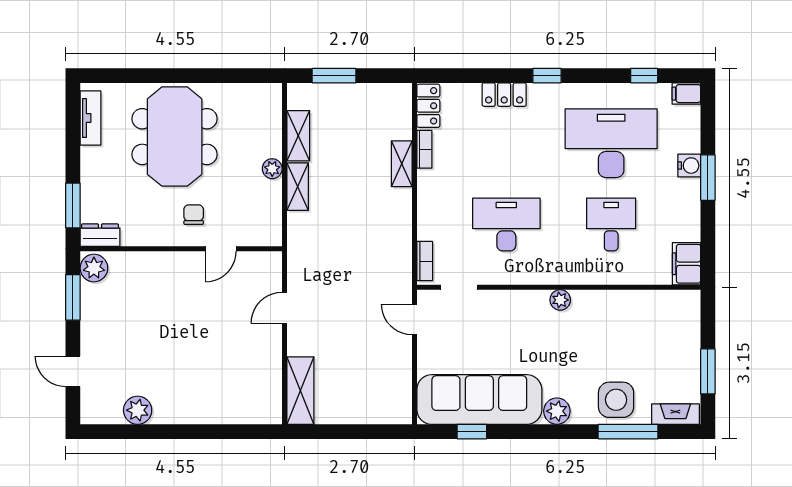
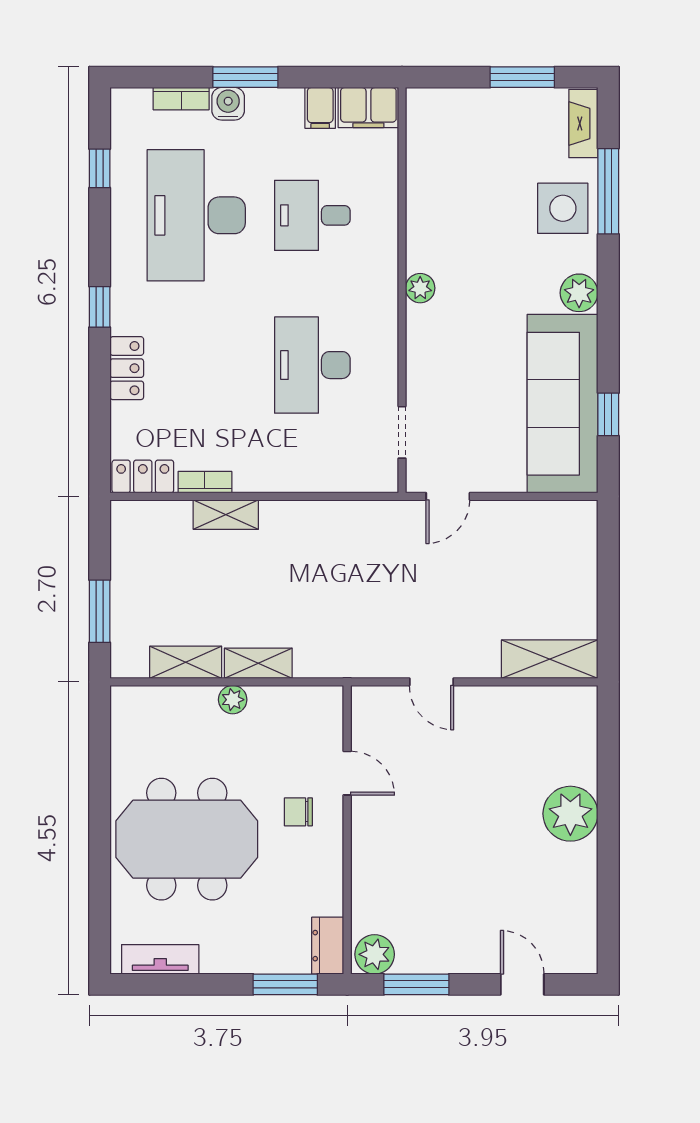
filing cabinet: (686, 94) -> (320, 108), moved
bookcase: (425, 261) -> (181, 99), moved, turned 180
door: (73, 371) -> (522, 984), swing flipped
plant: (138, 410) -> (570, 814), moved, width x1.36, depth x1.36

